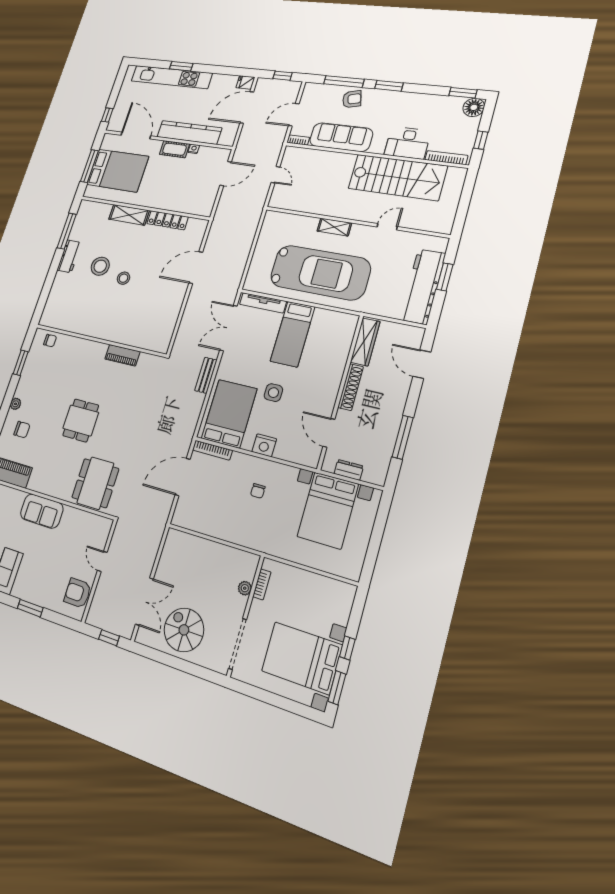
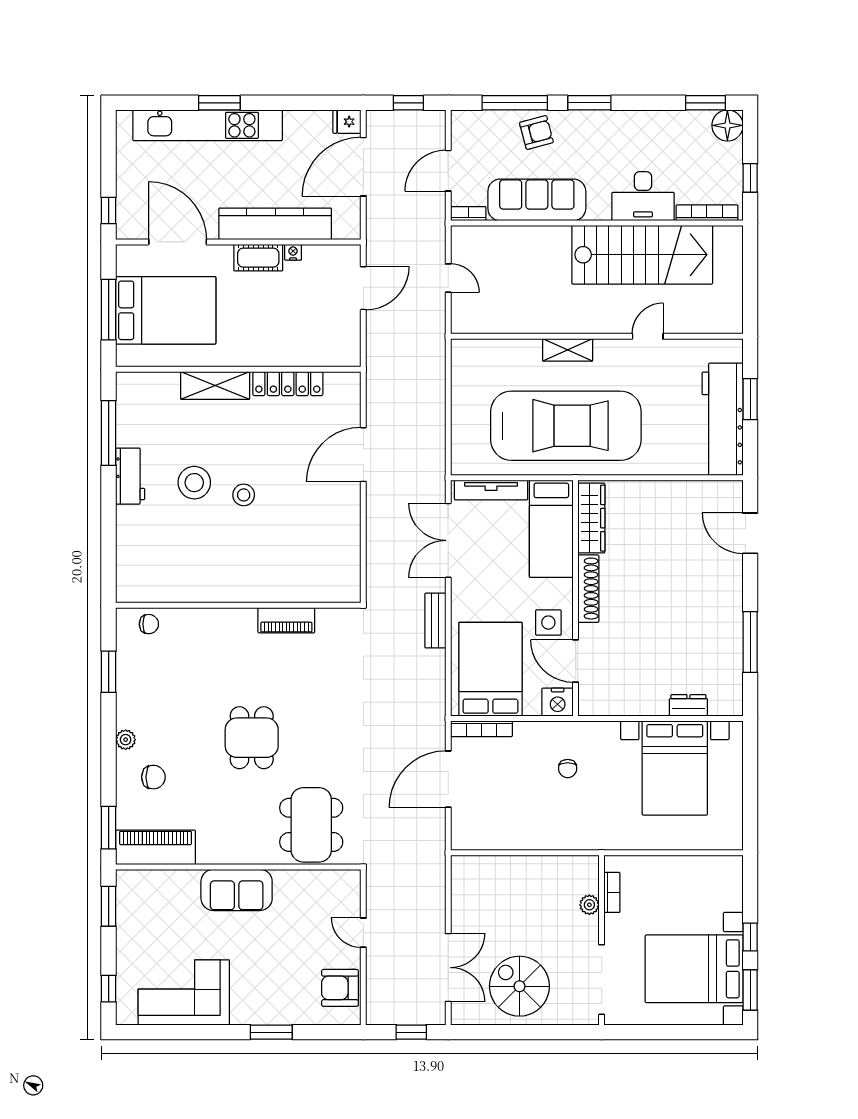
wardrobe: (365, 342) -> (591, 518), moved
shoe rack: (351, 387) -> (588, 589), moved
wall: (340, 391) -> (576, 598), moved
door: (329, 433) -> (576, 661), moved

